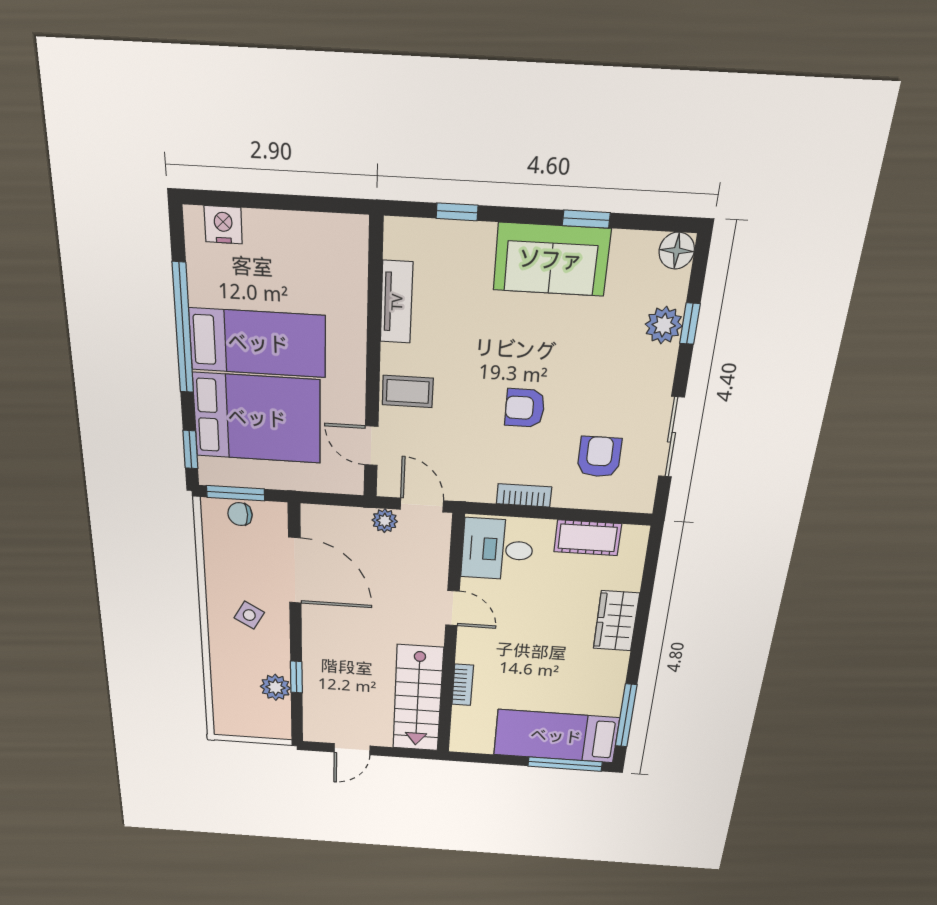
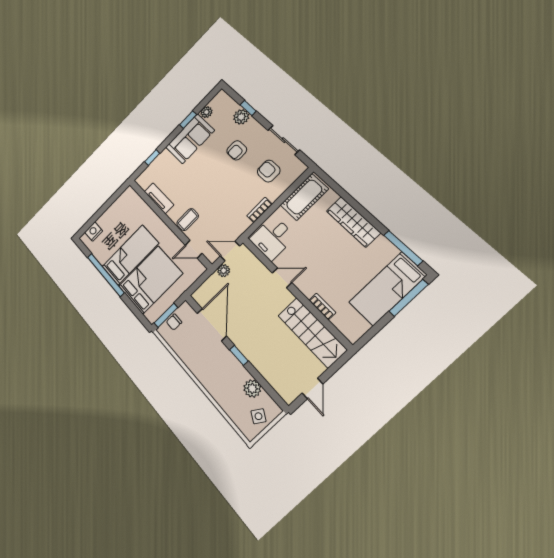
plant: (627, 245) -> (206, 112), added
floor lamp: (677, 251) -> (221, 98), removed
armchair: (525, 408) -> (237, 150), moved
window: (190, 450) -> (139, 315), removed
cot: (588, 538) -> (304, 197), width x1.37, depth x1.34
door: (295, 571) -> (212, 325), hinge flipped
side table: (249, 615) -> (258, 416), moved
wardrobe: (616, 621) -> (353, 222), width x1.50
window: (296, 677) -> (239, 355), moved

